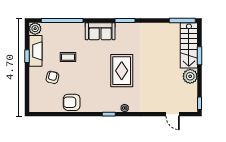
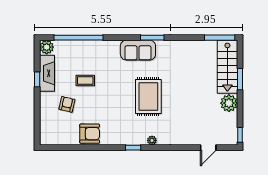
sofa: (100, 31) -> (138, 50), moved
armchair: (72, 102) -> (90, 134), turned 180
door: (173, 114) -> (208, 148), hinge flipped

